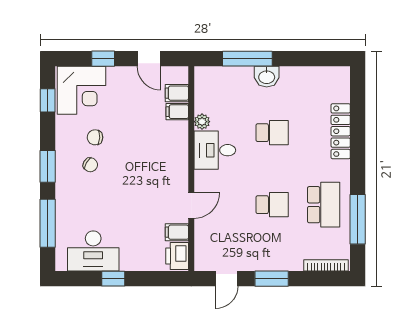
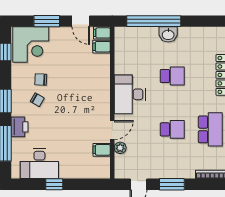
window: (103, 59) -> (47, 21), width x1.50
window: (247, 59) -> (154, 21), width x1.46
filing cabinet: (177, 112) -> (102, 33), moved
plant: (202, 122) -> (120, 148), moved
desk: (215, 150) -> (130, 94), width x1.37
printer: (177, 256) -> (20, 127), moved, turned 180

